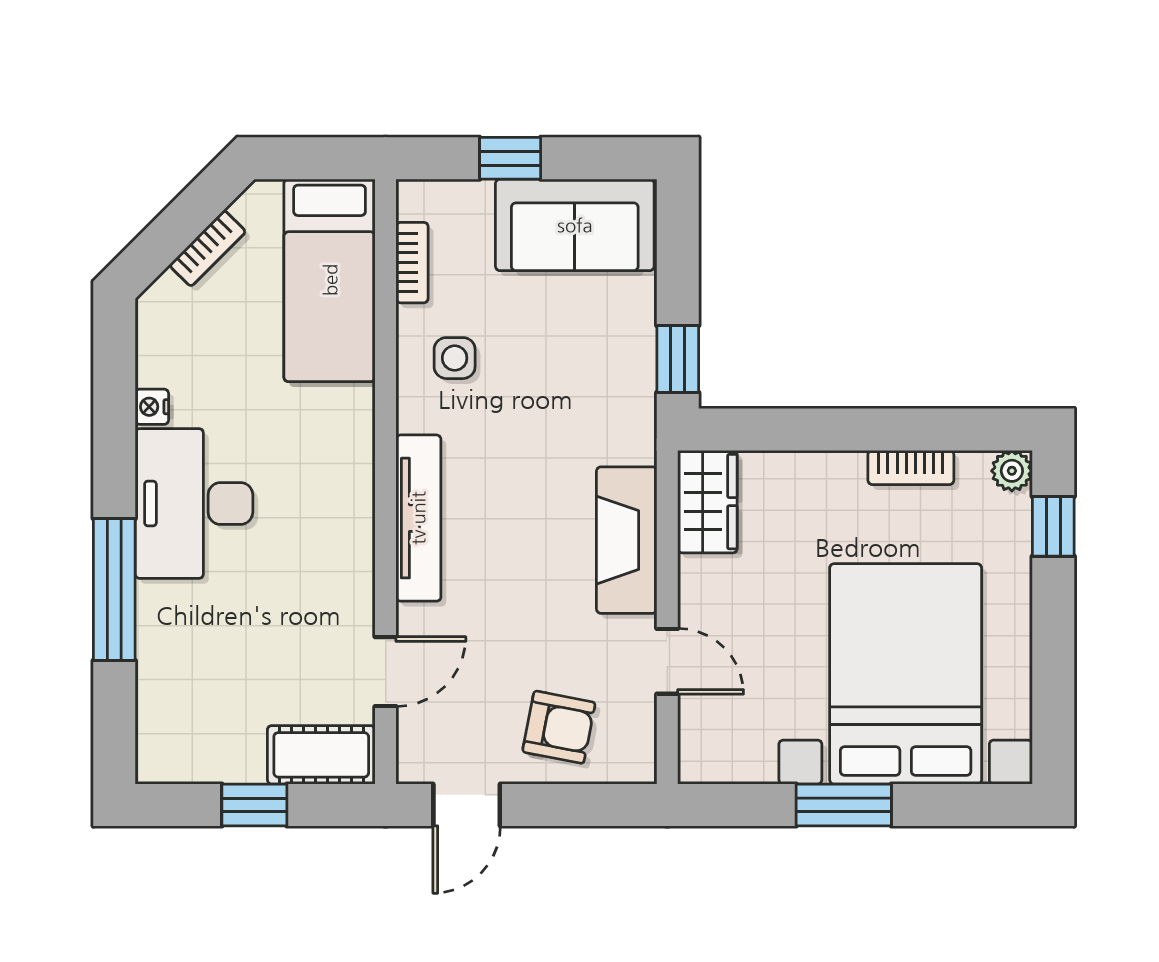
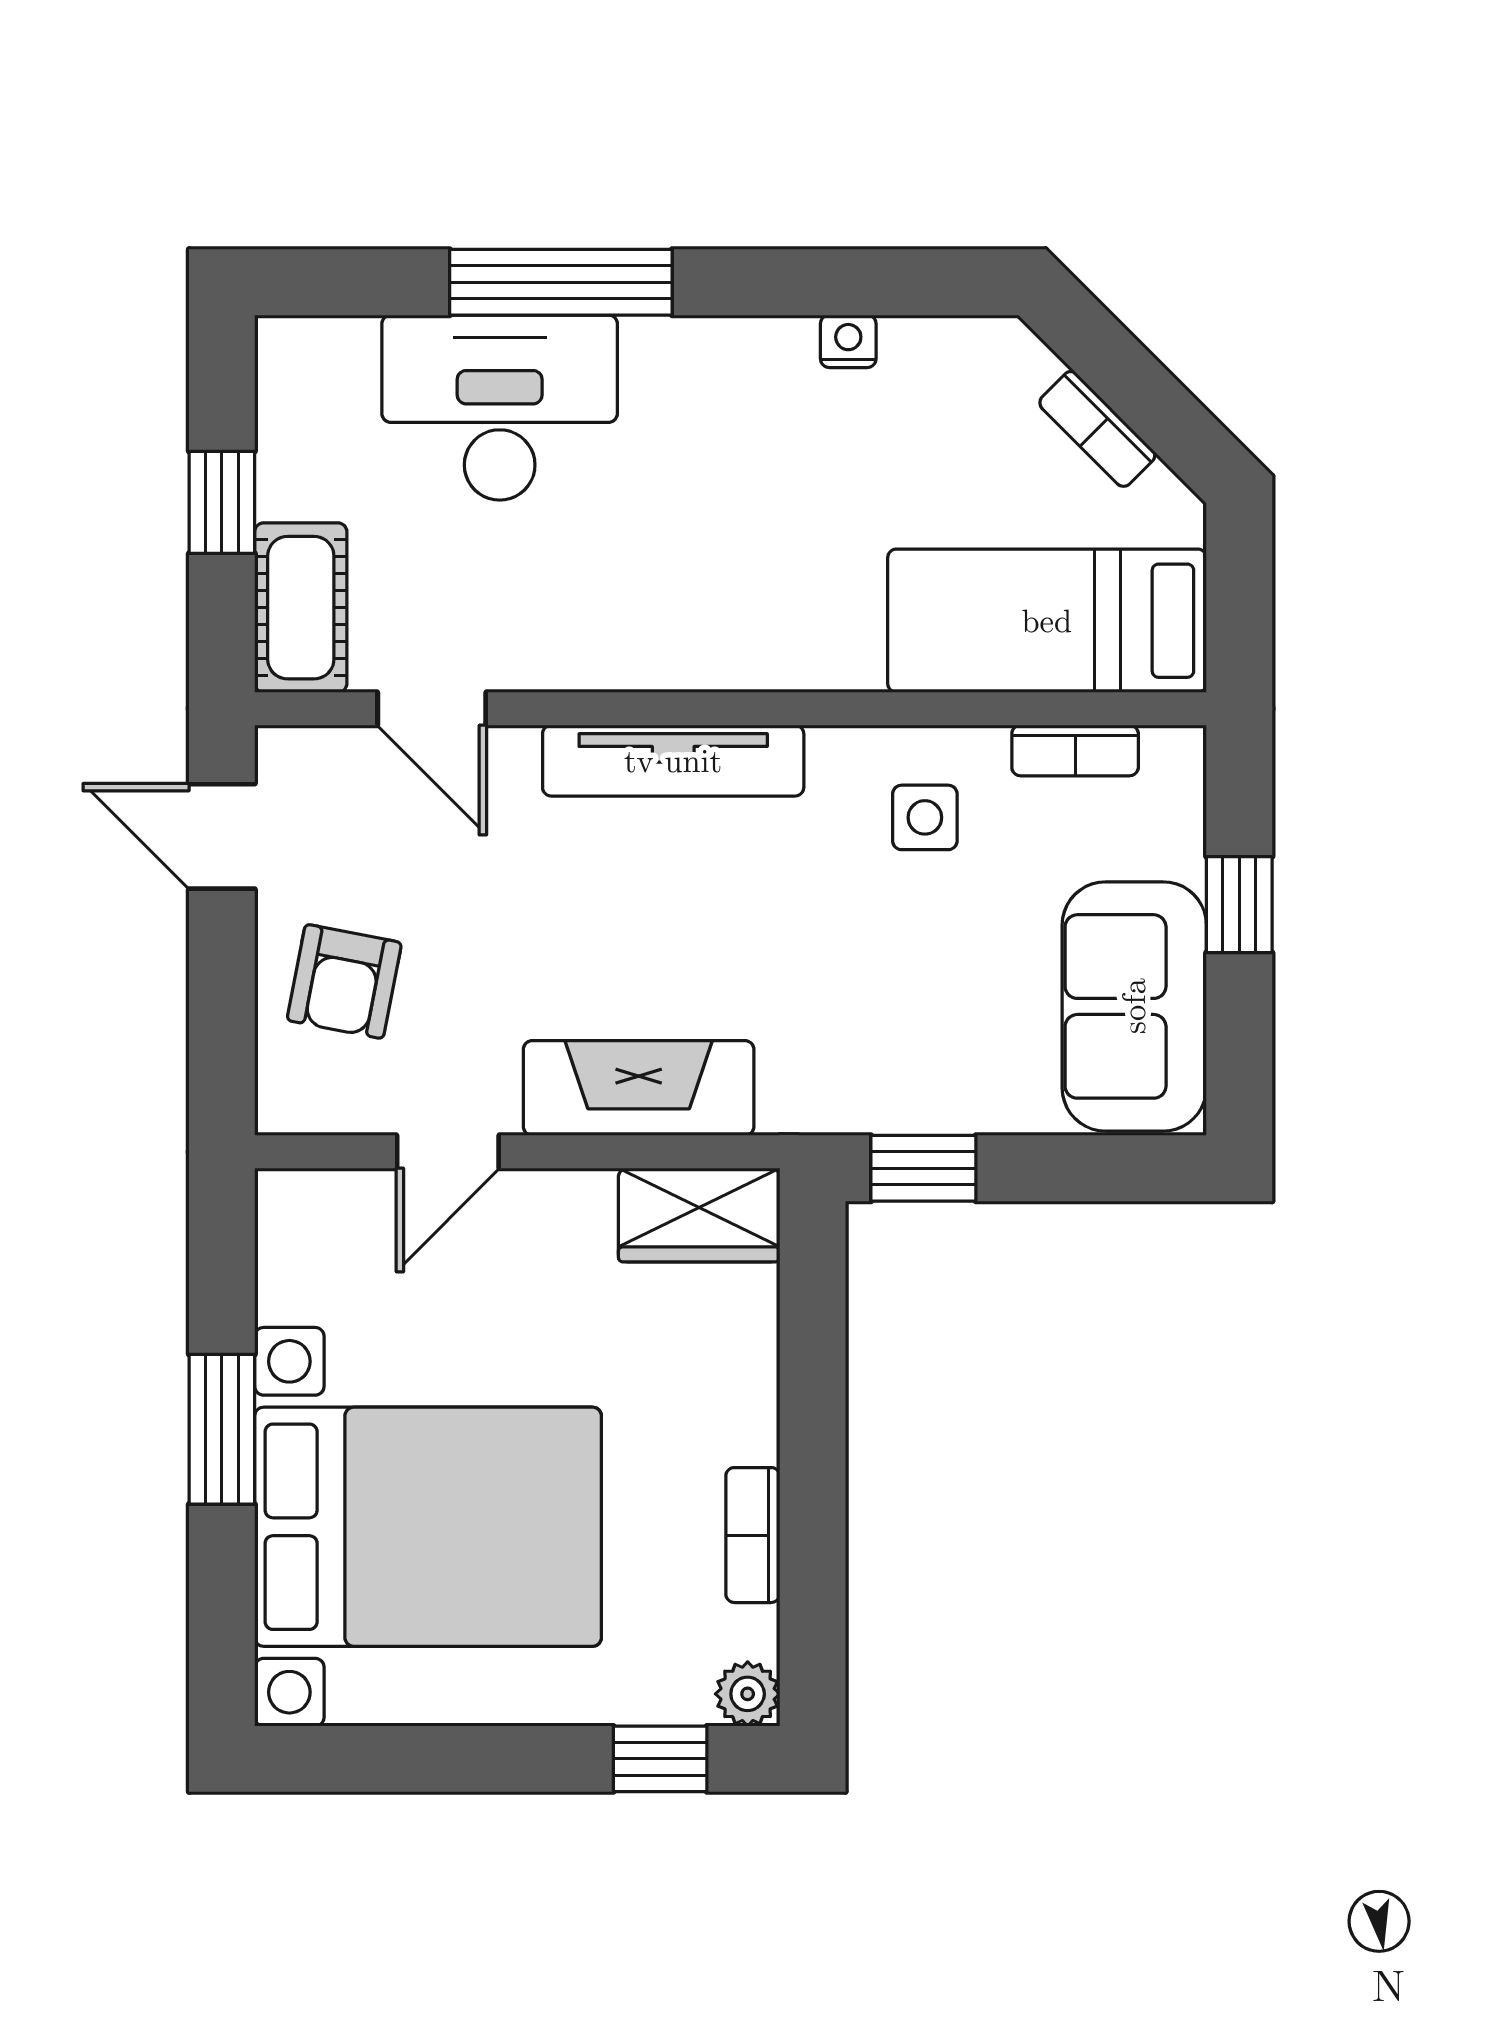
desk: (194, 503) -> (500, 408), moved

